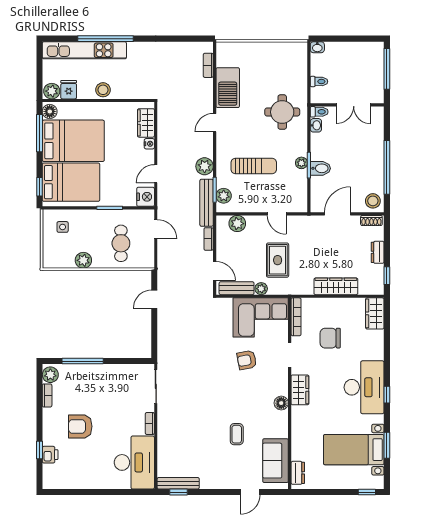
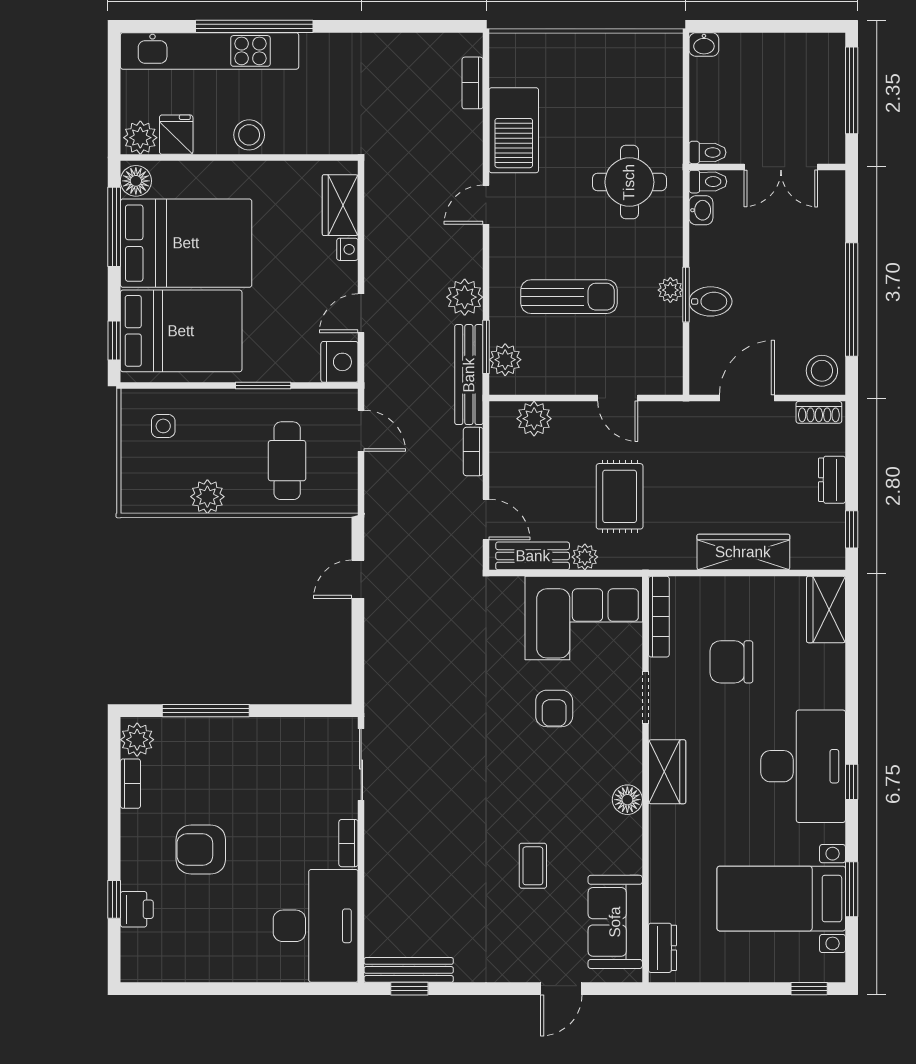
toilet: (319, 81) -> (707, 152), moved
armchair: (247, 360) -> (554, 708), turned -79

